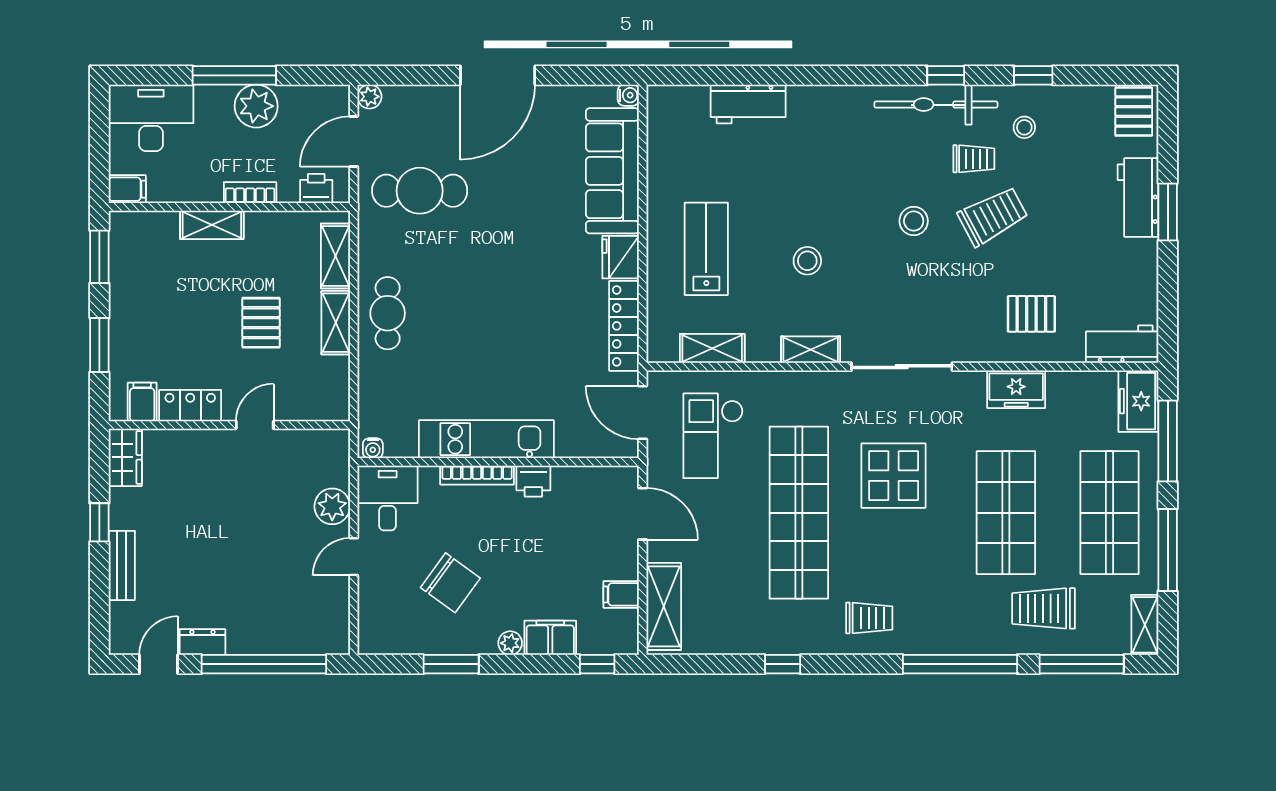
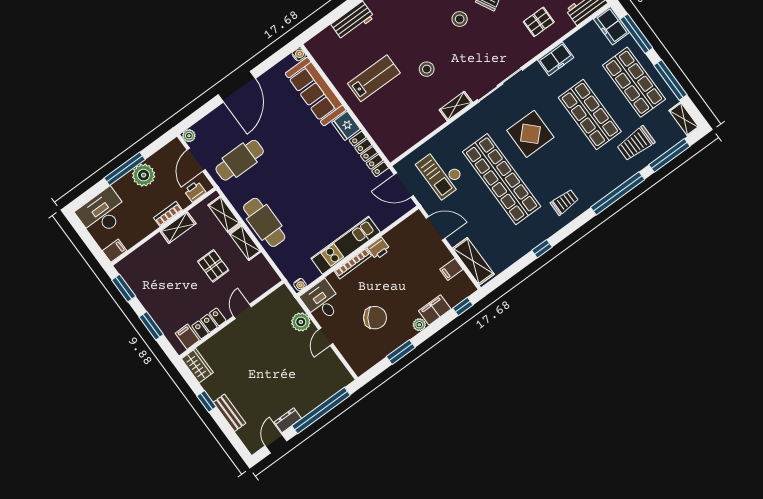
shelving: (212, 225) -> (178, 228), moved
lab bench: (706, 249) -> (374, 78), moved, turned 90
cafe table: (388, 313) -> (264, 222), width x1.37, depth x1.35
shelving: (712, 348) -> (413, 136), removed

